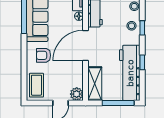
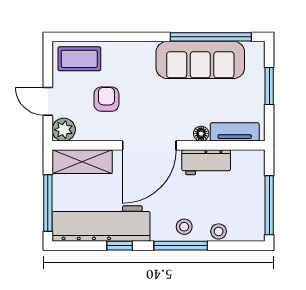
window: (142, 28) -> (181, 246), width x2.17
door: (86, 46) -> (149, 145), swing flipped
armchair: (43, 55) -> (106, 99), moved

